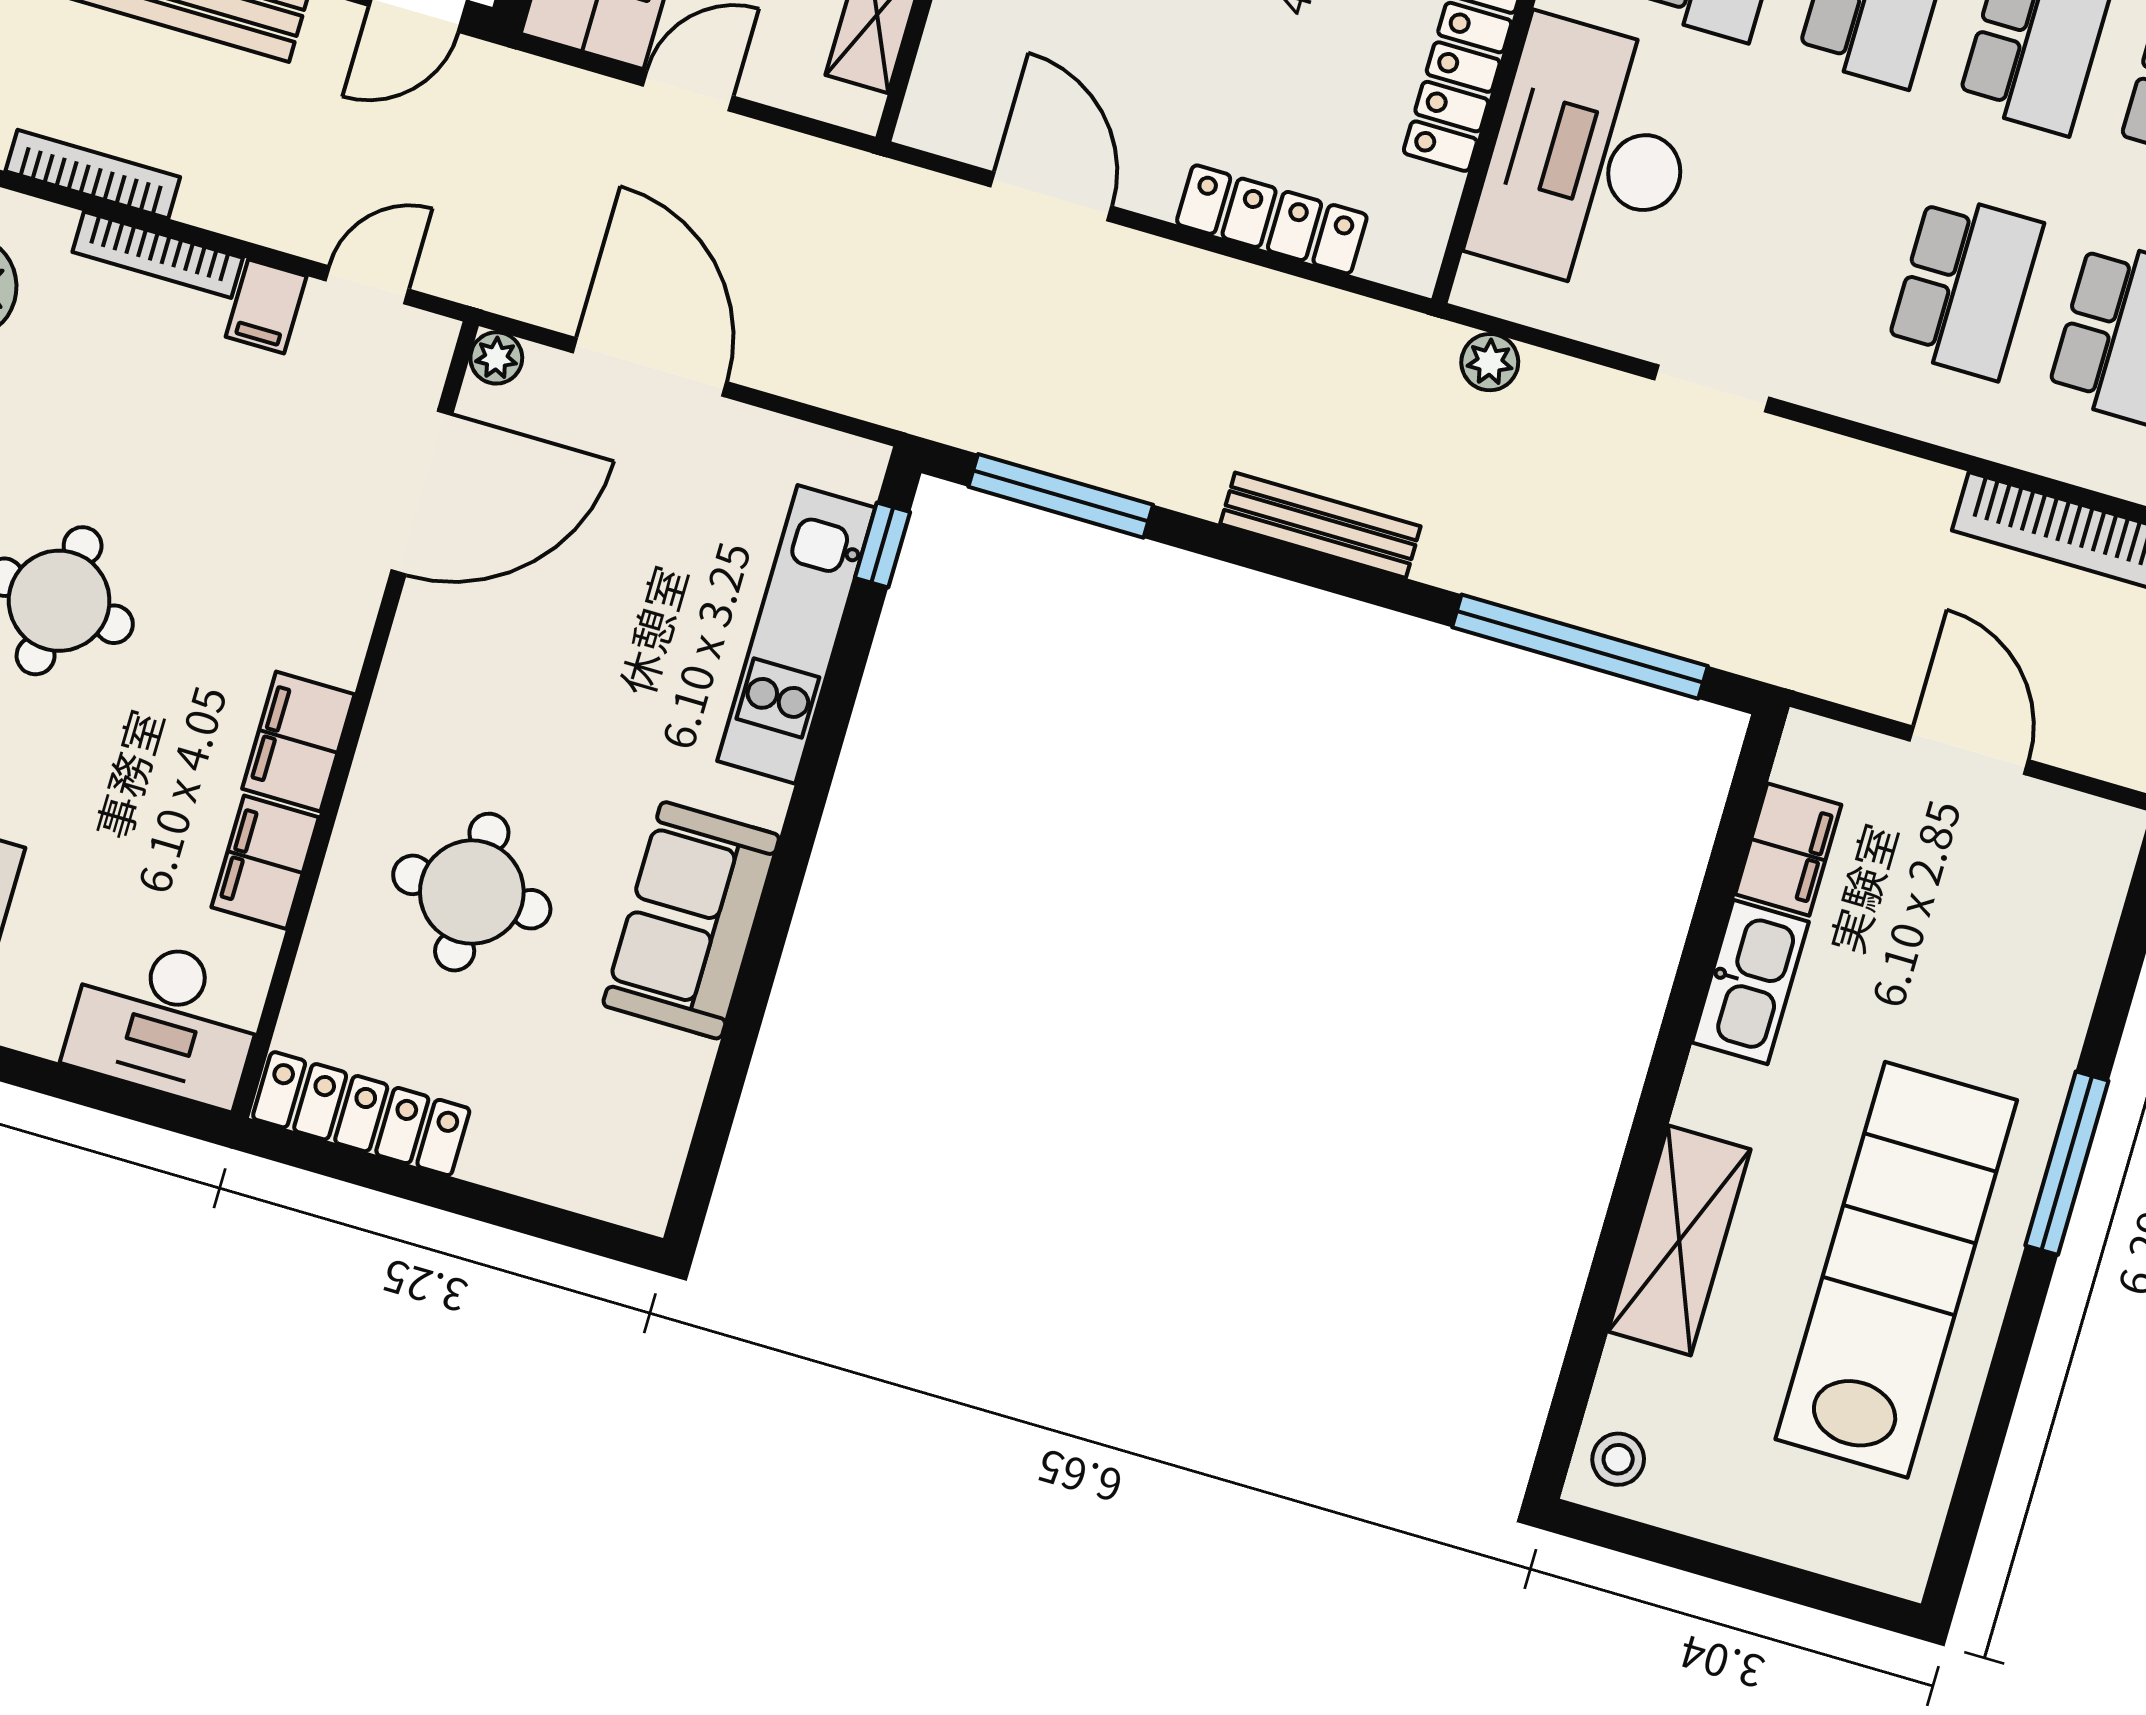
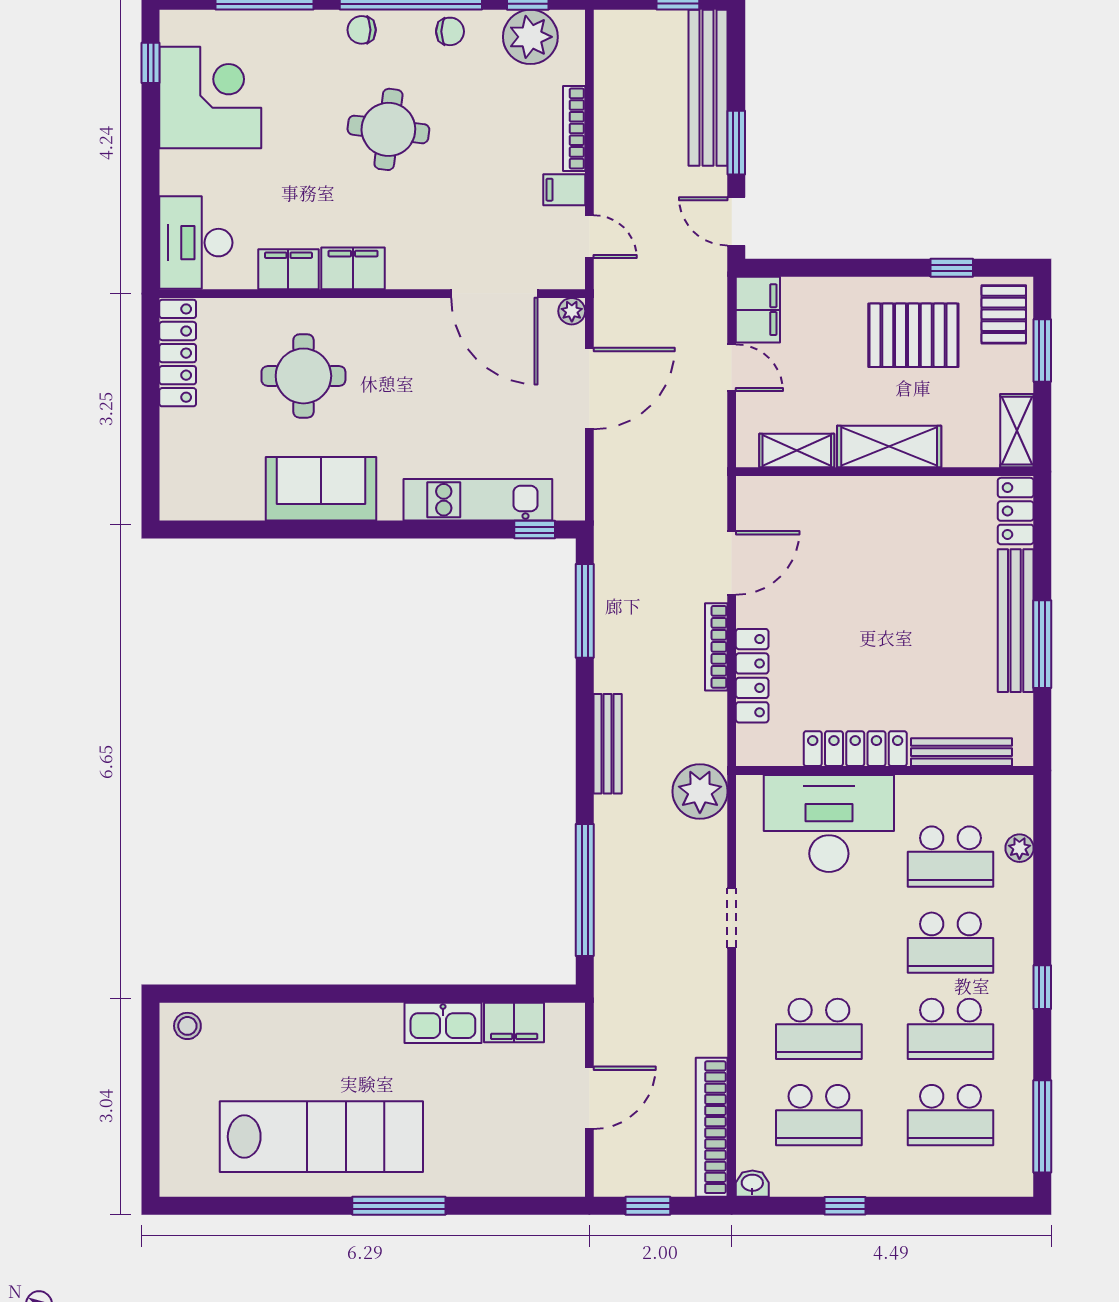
bookcase: (93, 174) -> (716, 647), moved, turned 180
plant: (1490, 362) -> (700, 791), width x1.87, depth x1.87
shelving: (1679, 1240) -> (305, 1025), removed

